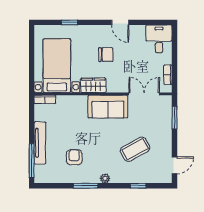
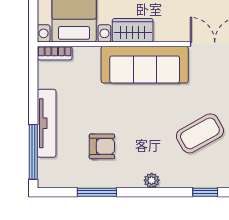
sofa: (108, 107) -> (145, 65), width x1.36
armchair: (74, 157) -> (102, 146), turned 90
window: (86, 186) -> (97, 192), moved

